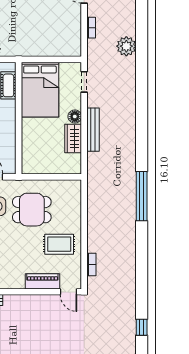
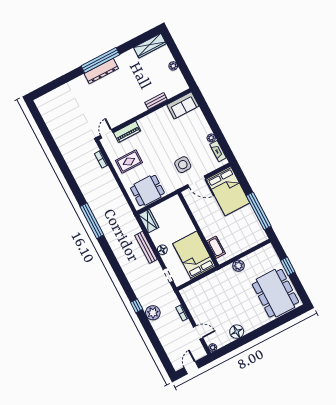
wardrobe: (73, 139) -> (149, 221), moved
dining table: (32, 210) -> (147, 191), moved
door: (69, 292) -> (107, 134), hinge flipped
window: (142, 327) -> (137, 306), moved

